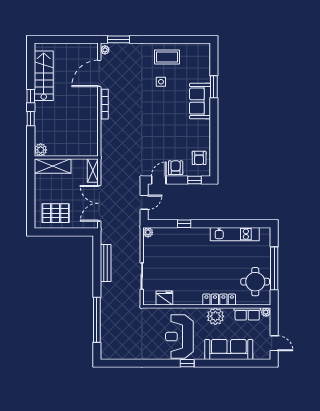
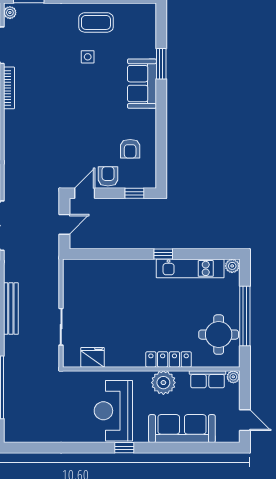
armchair: (199, 158) -> (130, 149), moved
window: (184, 224) -> (163, 254), moved
plant: (148, 232) -> (232, 266), moved

